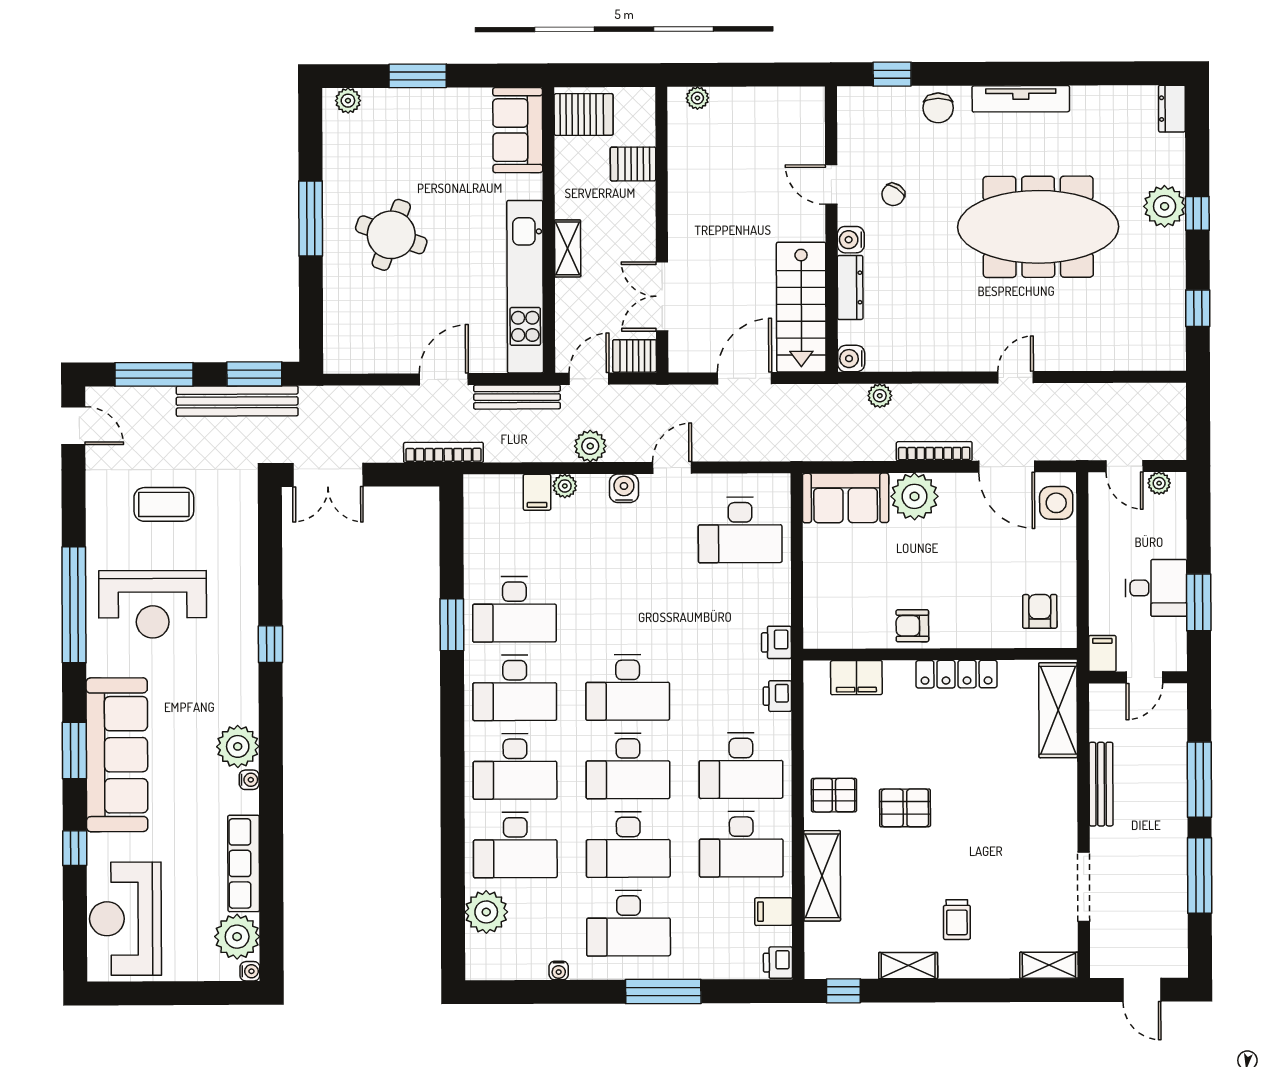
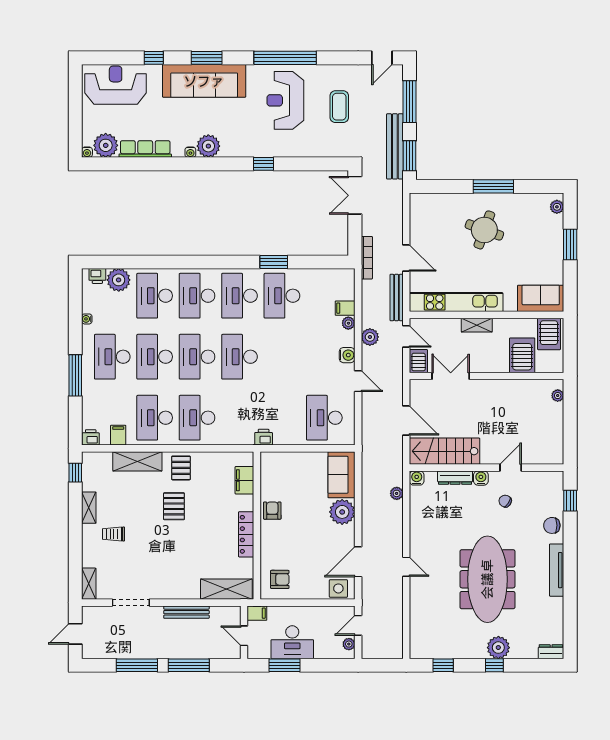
server rack: (633, 164) -> (522, 355), width x1.36, depth x1.44
bookcase: (934, 451) -> (367, 523), removed
desk: (1156, 588) -> (292, 642), width x1.37
printer: (777, 696) -> (97, 276), moved, turned 180

